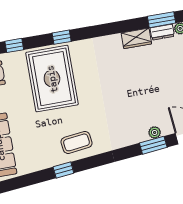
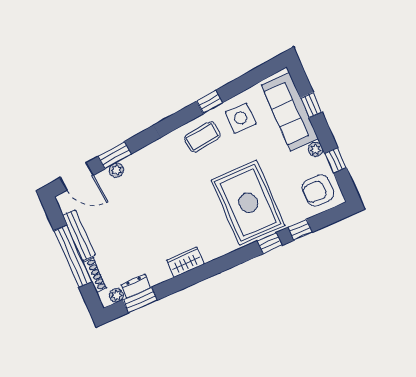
window: (62, 37) -> (270, 243), moved
wardrobe: (136, 38) -> (185, 262), moved
side table: (41, 150) -> (241, 118), added

